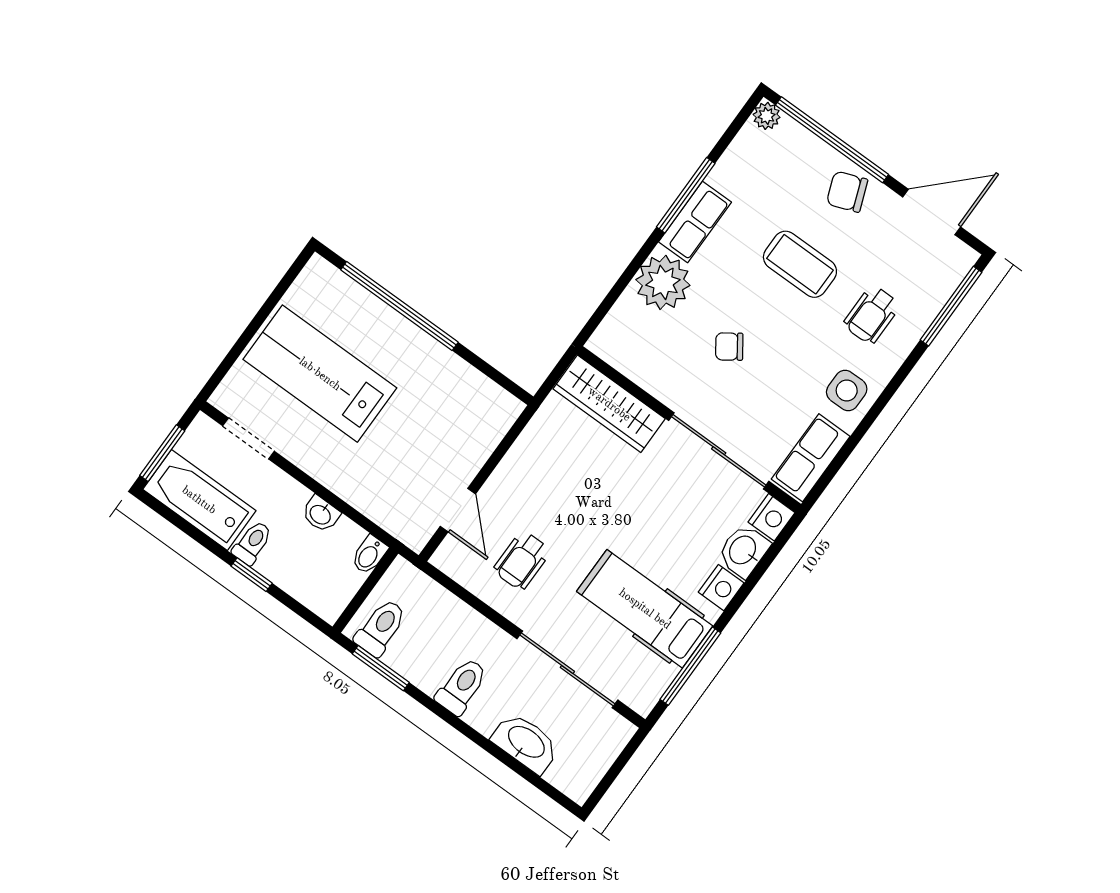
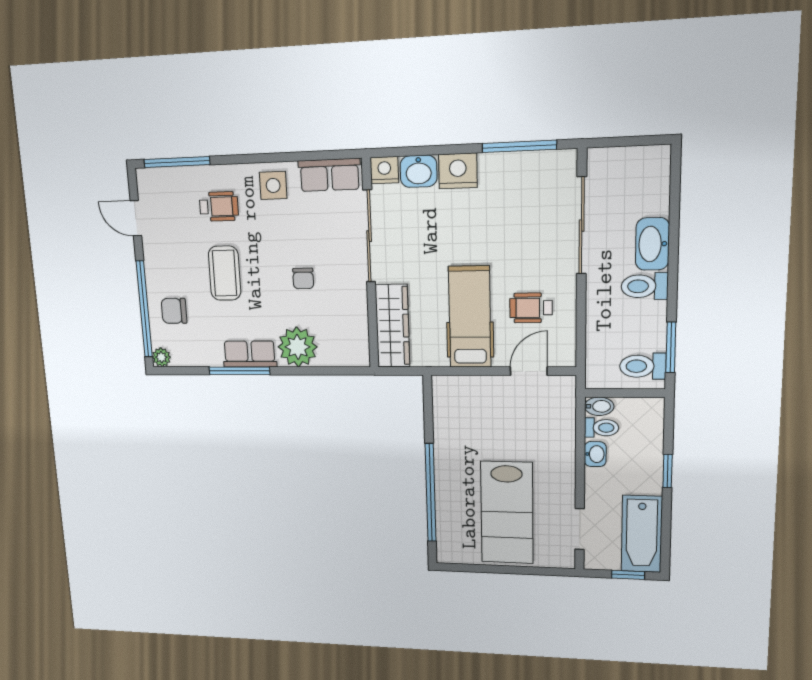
chair: (847, 192) -> (174, 311), moved, turned 111
door: (932, 212) -> (136, 218), width x0.73
chair: (729, 347) -> (303, 278), turned 35
window: (162, 453) -> (628, 575), width x0.67
toilet: (252, 543) -> (601, 428), moved, turned 180
wheelchair: (522, 560) -> (531, 308), turned 180
nightstand: (721, 588) -> (458, 171), width x1.36, depth x1.33
hospital bed: (645, 609) -> (470, 317), moved, turned 180
washbasin: (526, 743) -> (652, 244), moved

